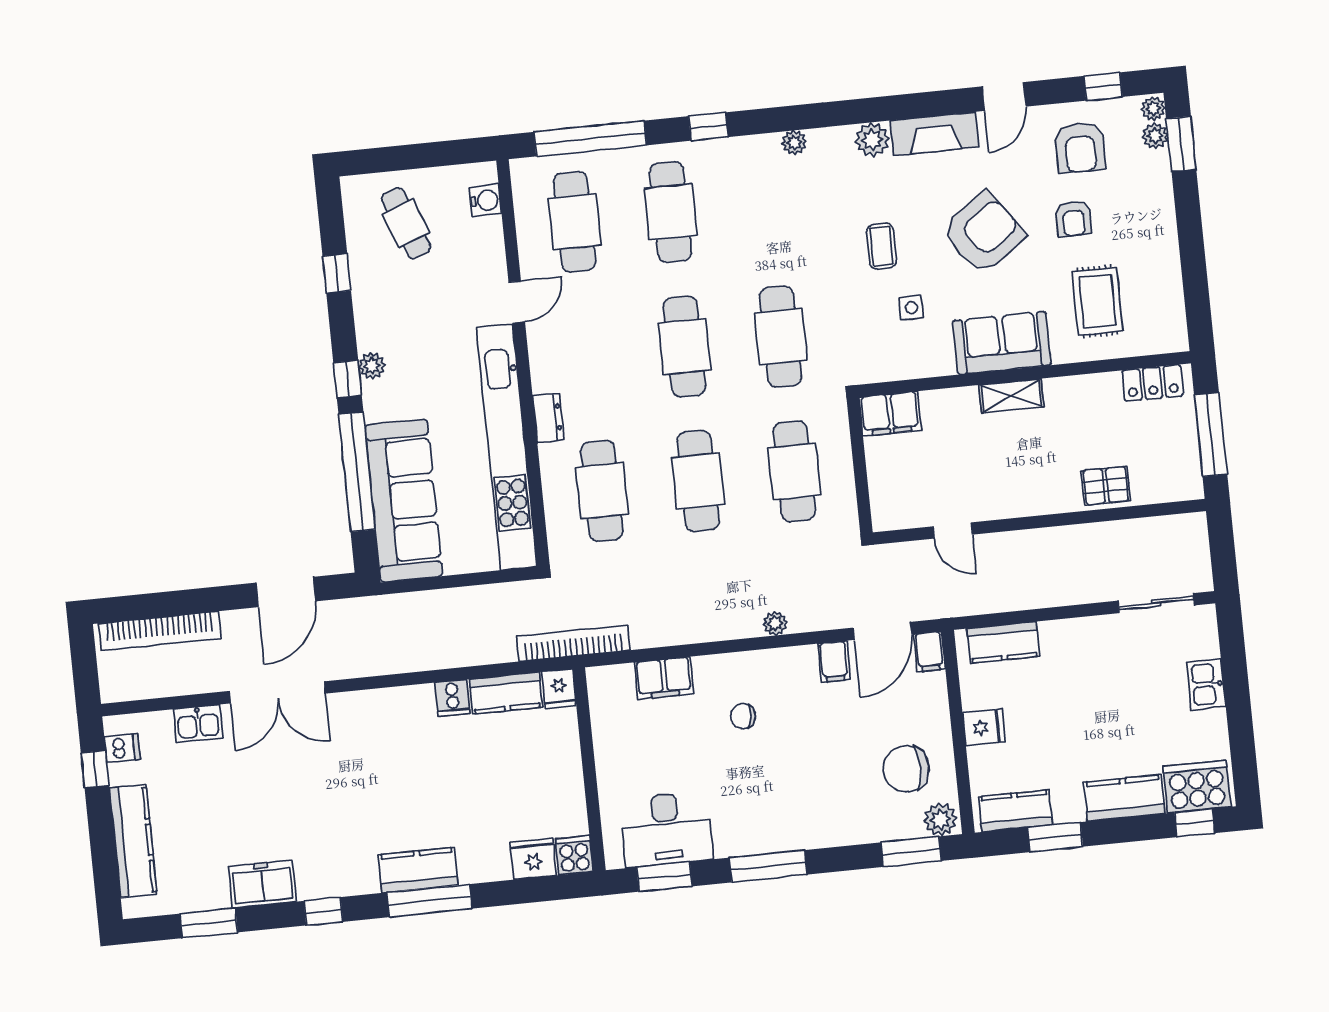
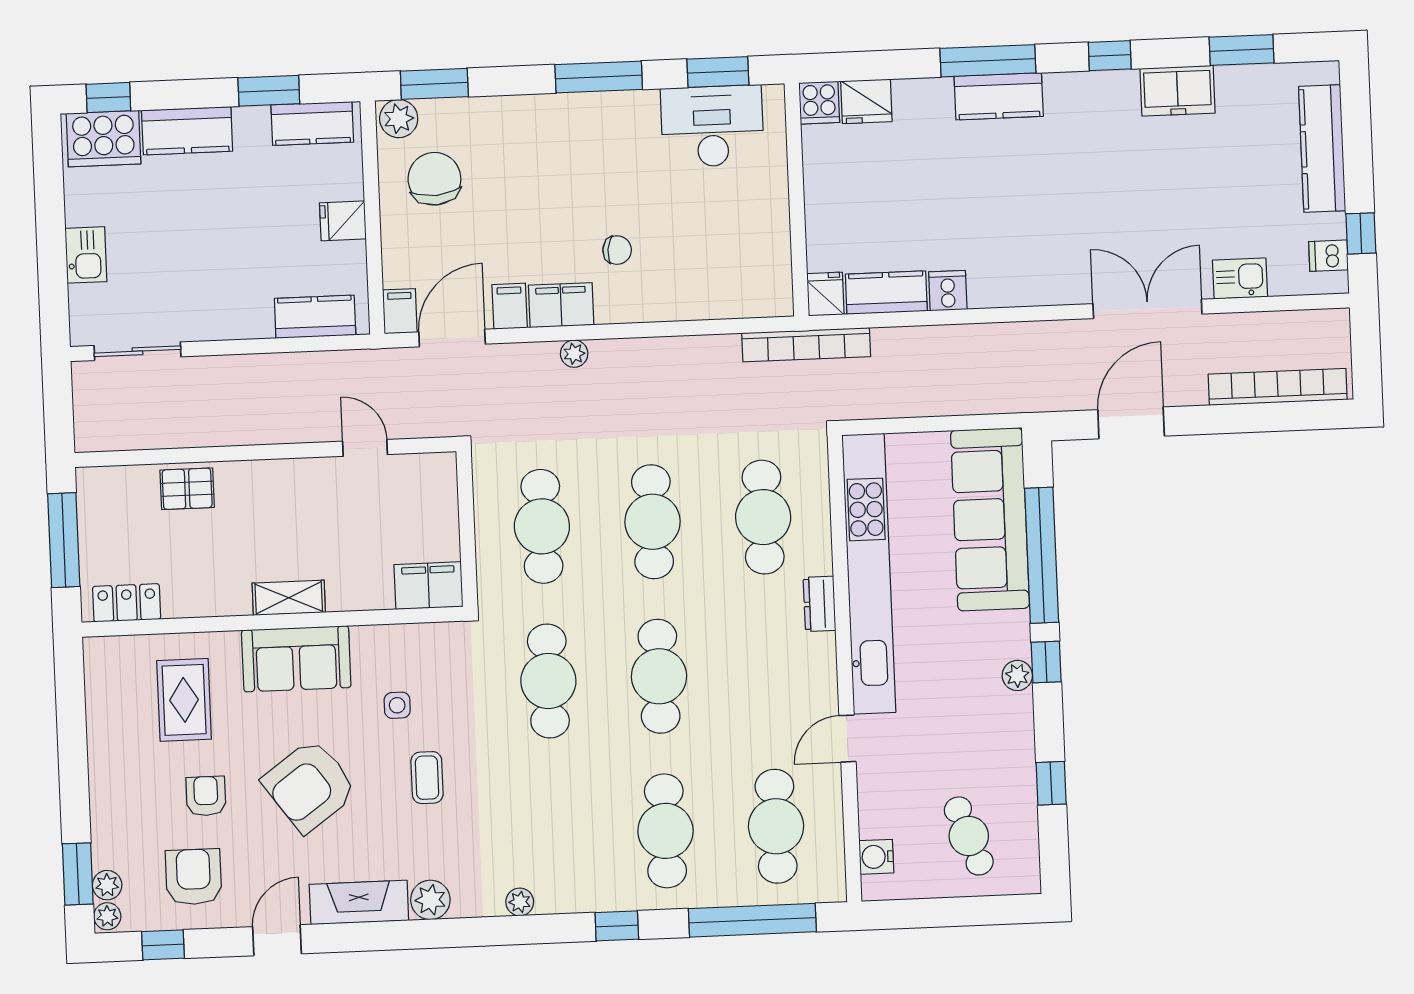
filing cabinet: (664, 678) -> (561, 305), moved
chair: (906, 769) -> (434, 179), turned -94

